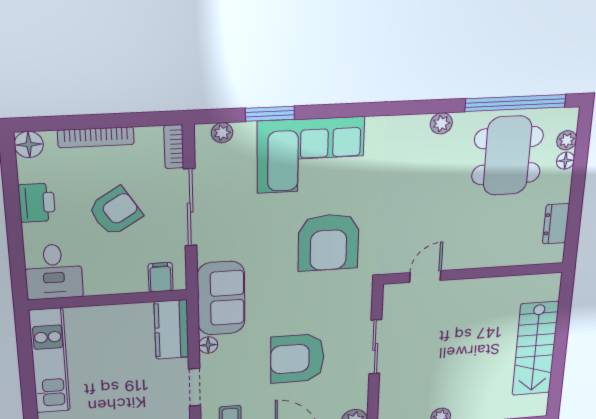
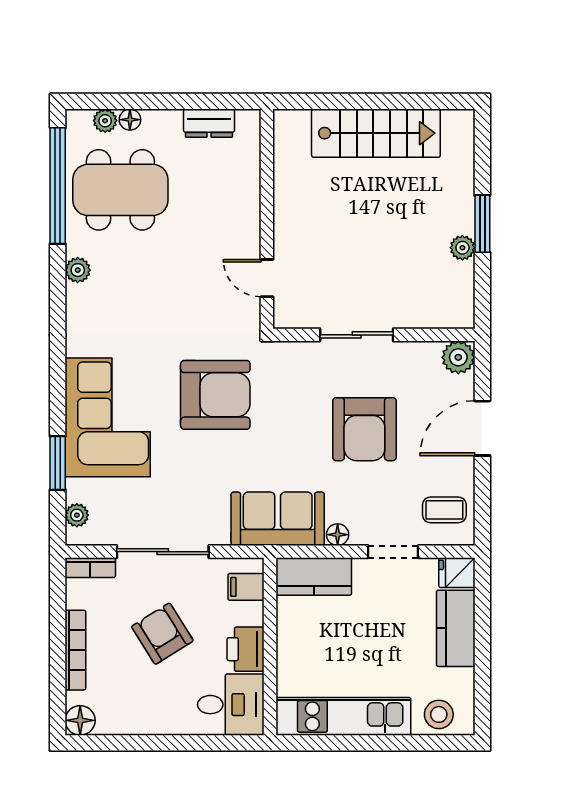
printer: (37, 203) -> (246, 649), moved, turned -90

